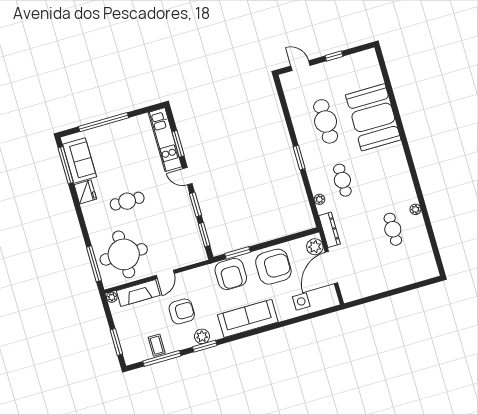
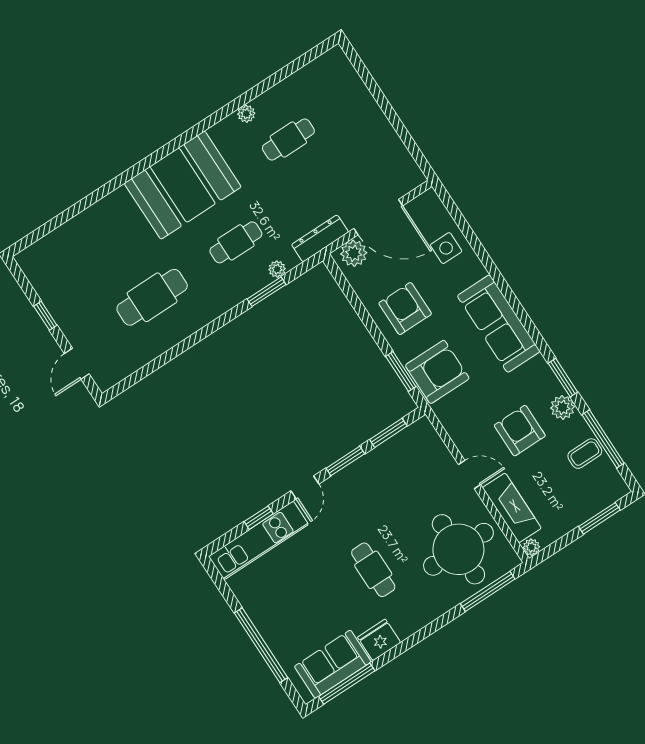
booth: (373, 117) -> (183, 185), moved
window: (178, 144) -> (259, 518), width x0.67
window: (299, 158) -> (266, 292), moved
armchair: (273, 267) -> (405, 309), width x0.73, depth x0.73
plant: (202, 336) -> (562, 407), moved

